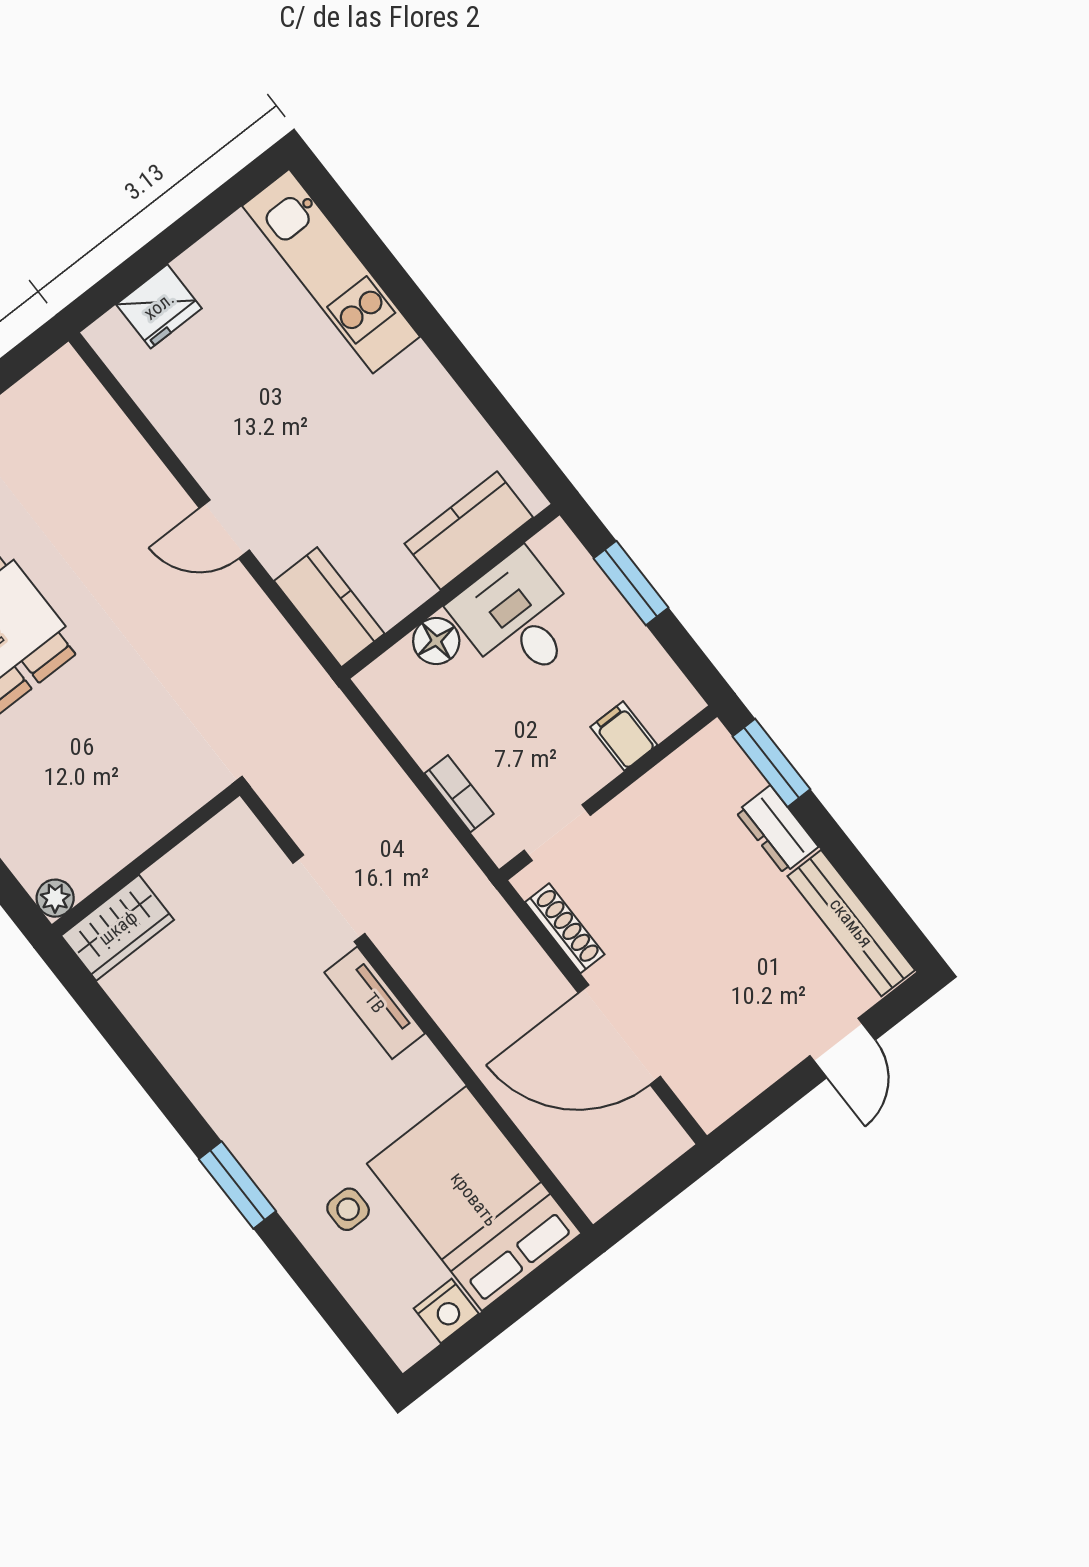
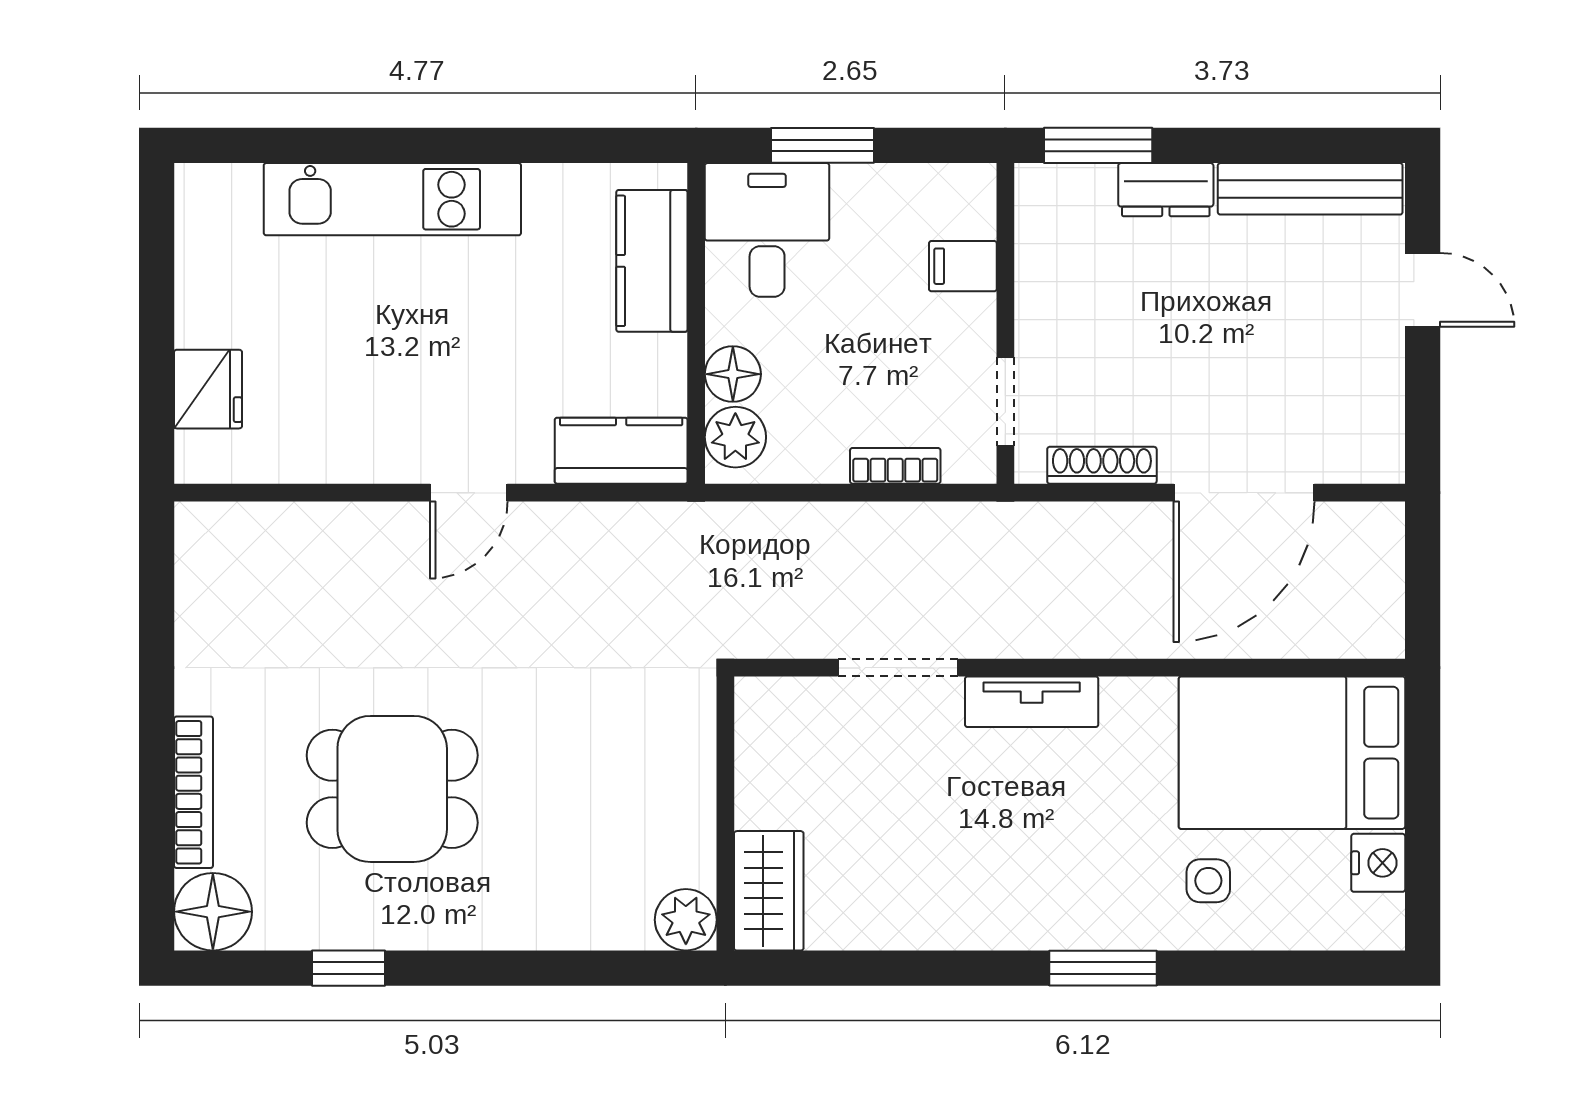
kitchen unit: (331, 271) -> (392, 199), moved
desk: (518, 618) -> (767, 230), moved, turned 90
plant: (396, 675) -> (735, 437), added
plant: (55, 898) -> (686, 920), width x1.38, depth x1.38

